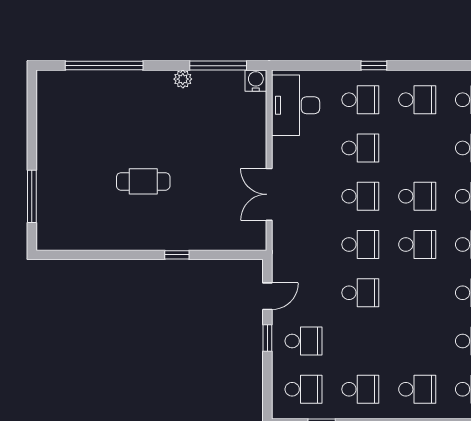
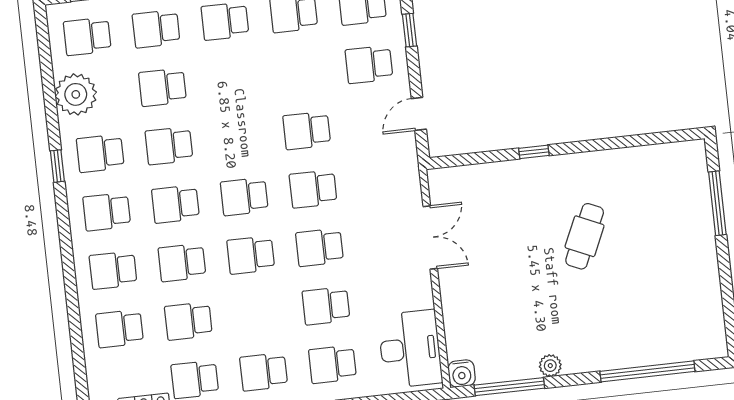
cafe table: (143, 181) -> (585, 236), turned -66
window: (267, 338) -> (410, 30), moved

